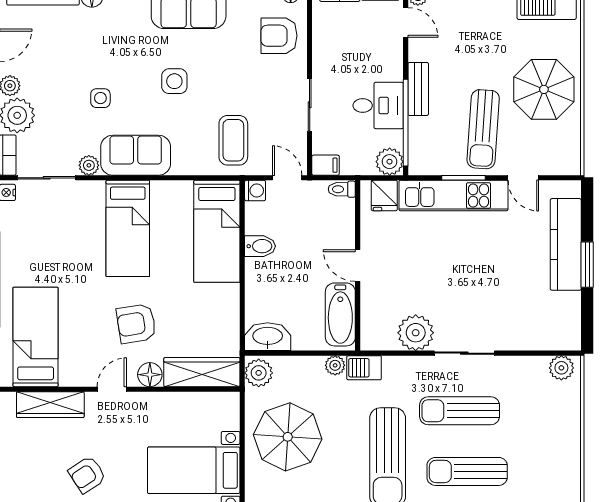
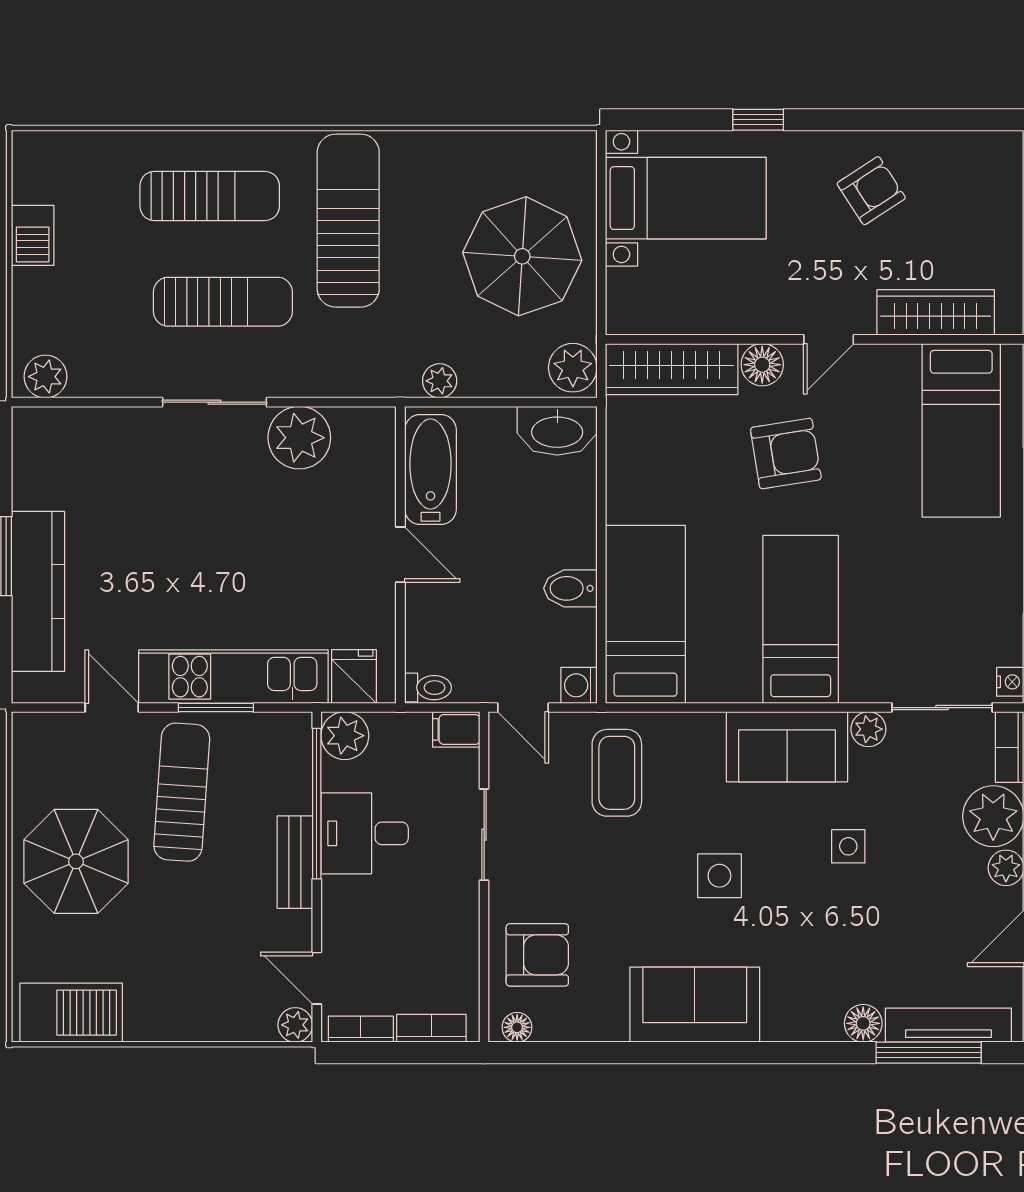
barbecue: (364, 368) -> (33, 235), moved, turned 90

